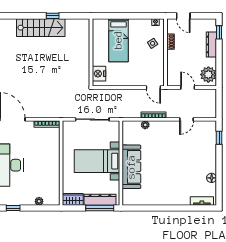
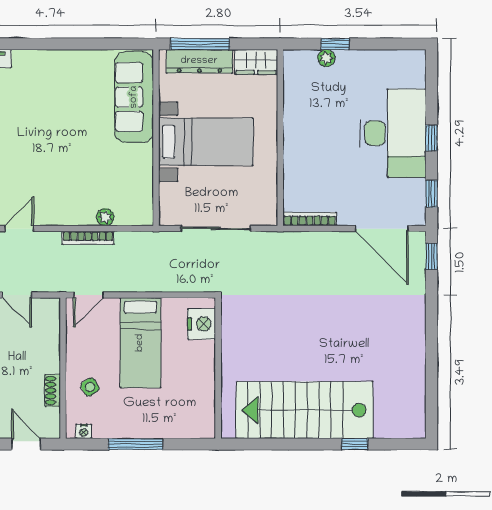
window: (53, 16) -> (355, 444), moved
window: (131, 16) -> (135, 444), added
stairs: (41, 28) -> (304, 410), width x1.36, depth x1.51
bed: (118, 40) -> (140, 343), moved, turned 180
door: (153, 88) -> (88, 295), swing flipped
sofa: (131, 167) -> (134, 97), moved
window: (13, 208) -> (335, 44), moved

